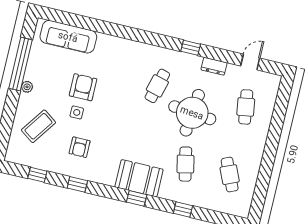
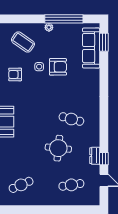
window: (65, 18) -> (104, 42), added
window: (191, 48) -> (104, 159), moved
round table: (192, 113) -> (58, 148), width x0.73, depth x0.73
cafe table: (185, 164) -> (21, 152), removed

